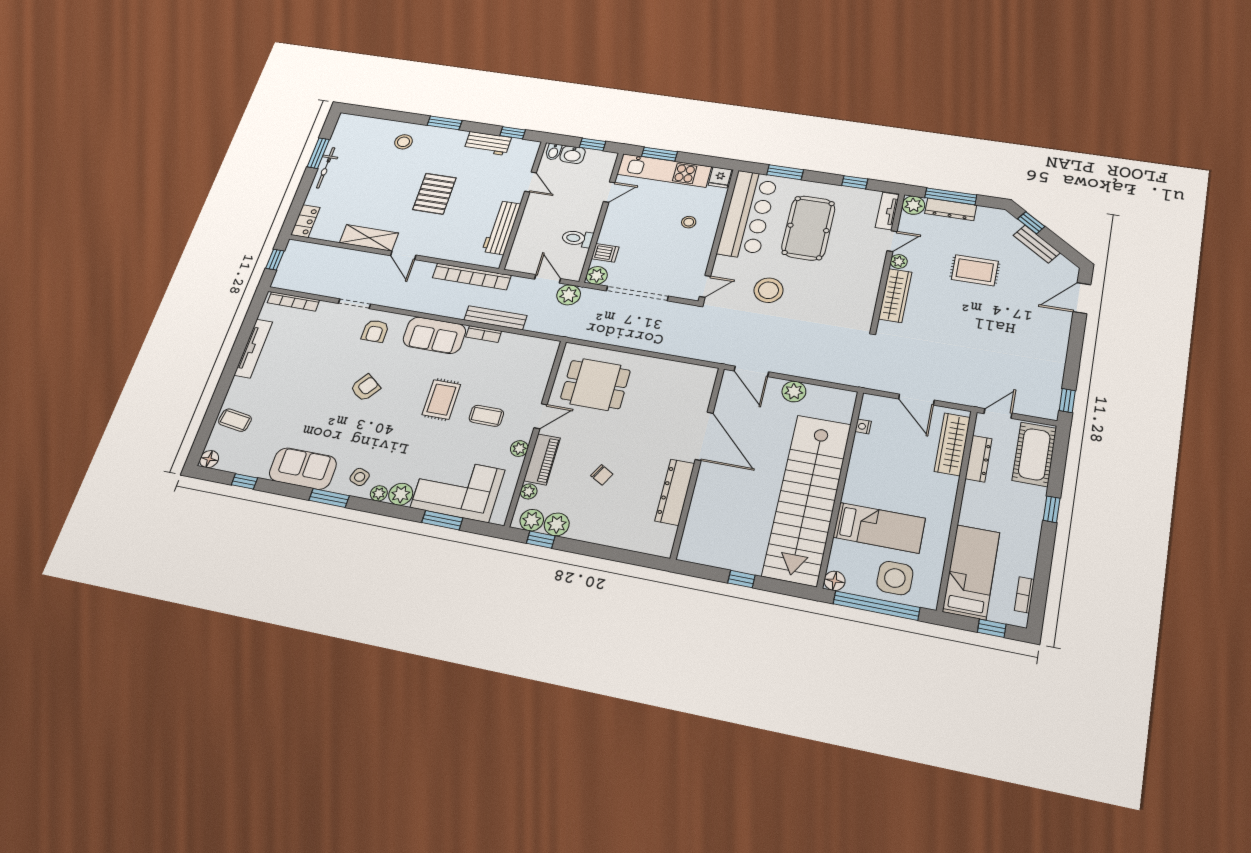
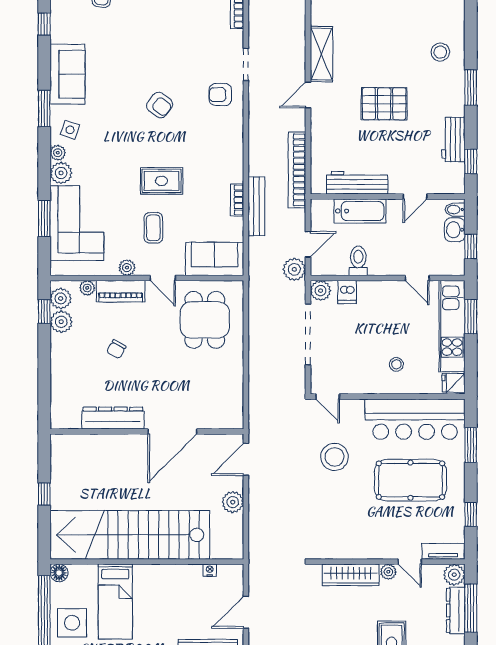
bathtub: (529, 229) -> (360, 211), added
sofa: (434, 335) -> (215, 259), moved, turned 90

